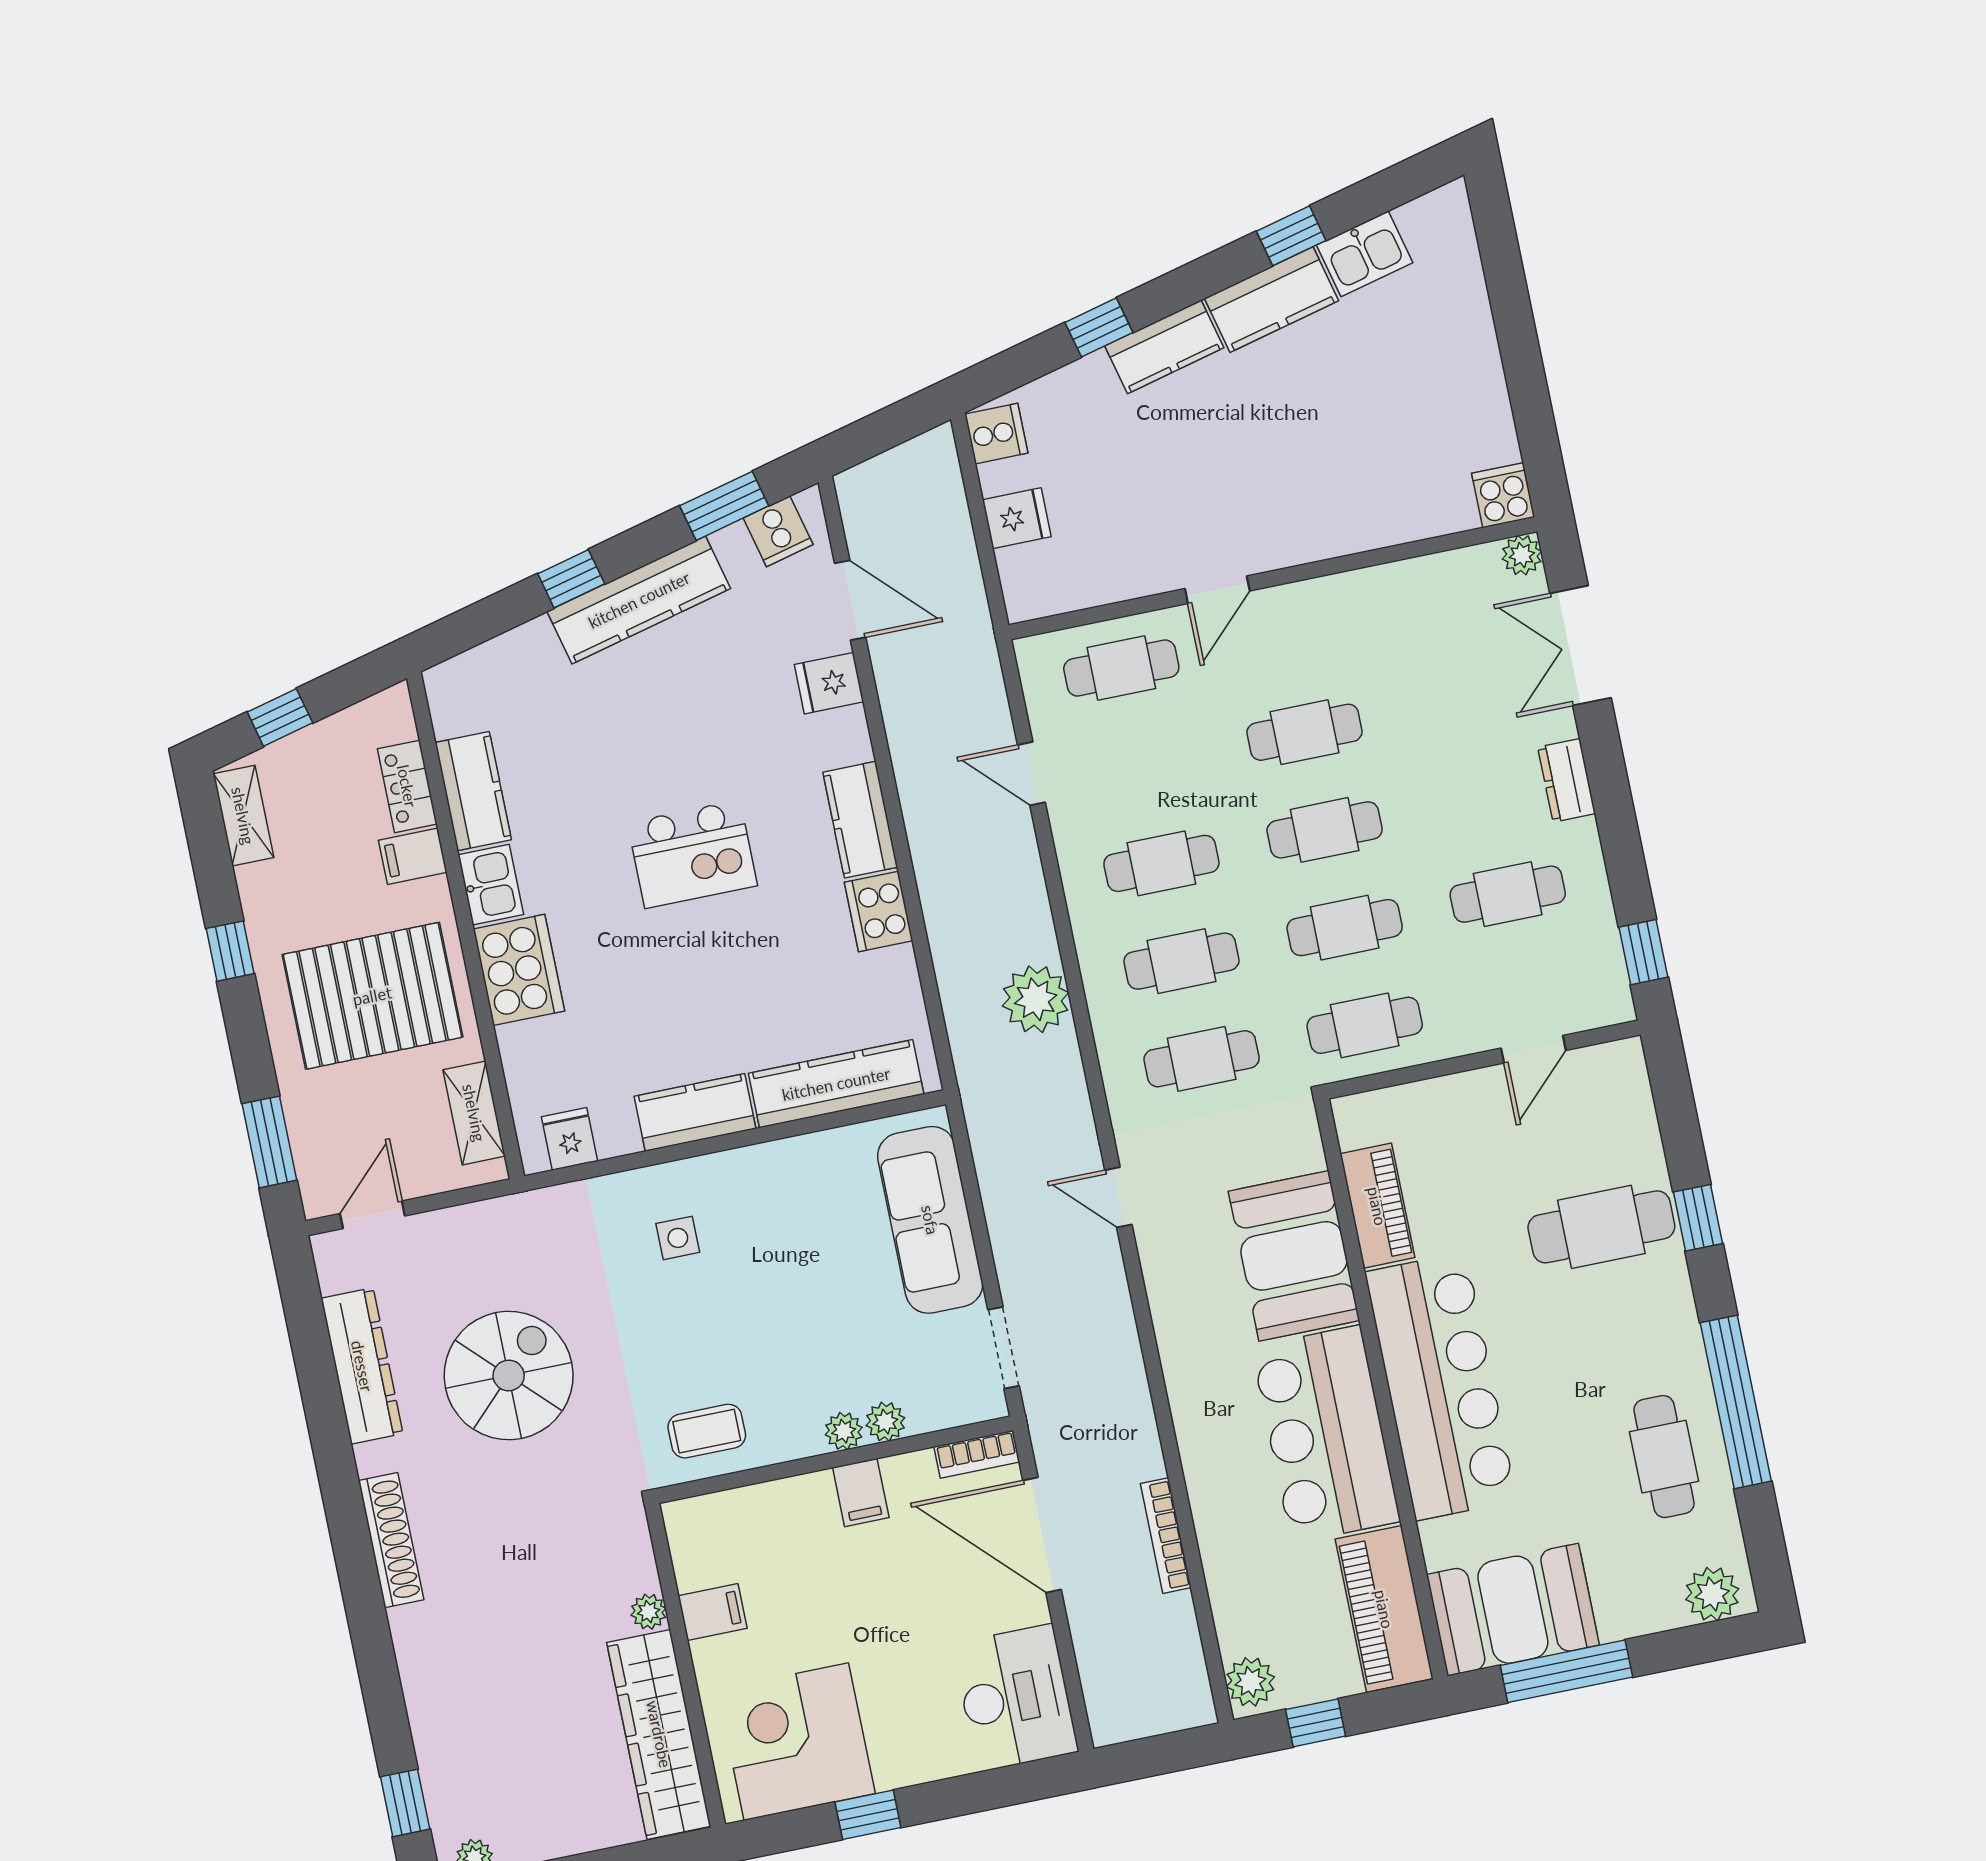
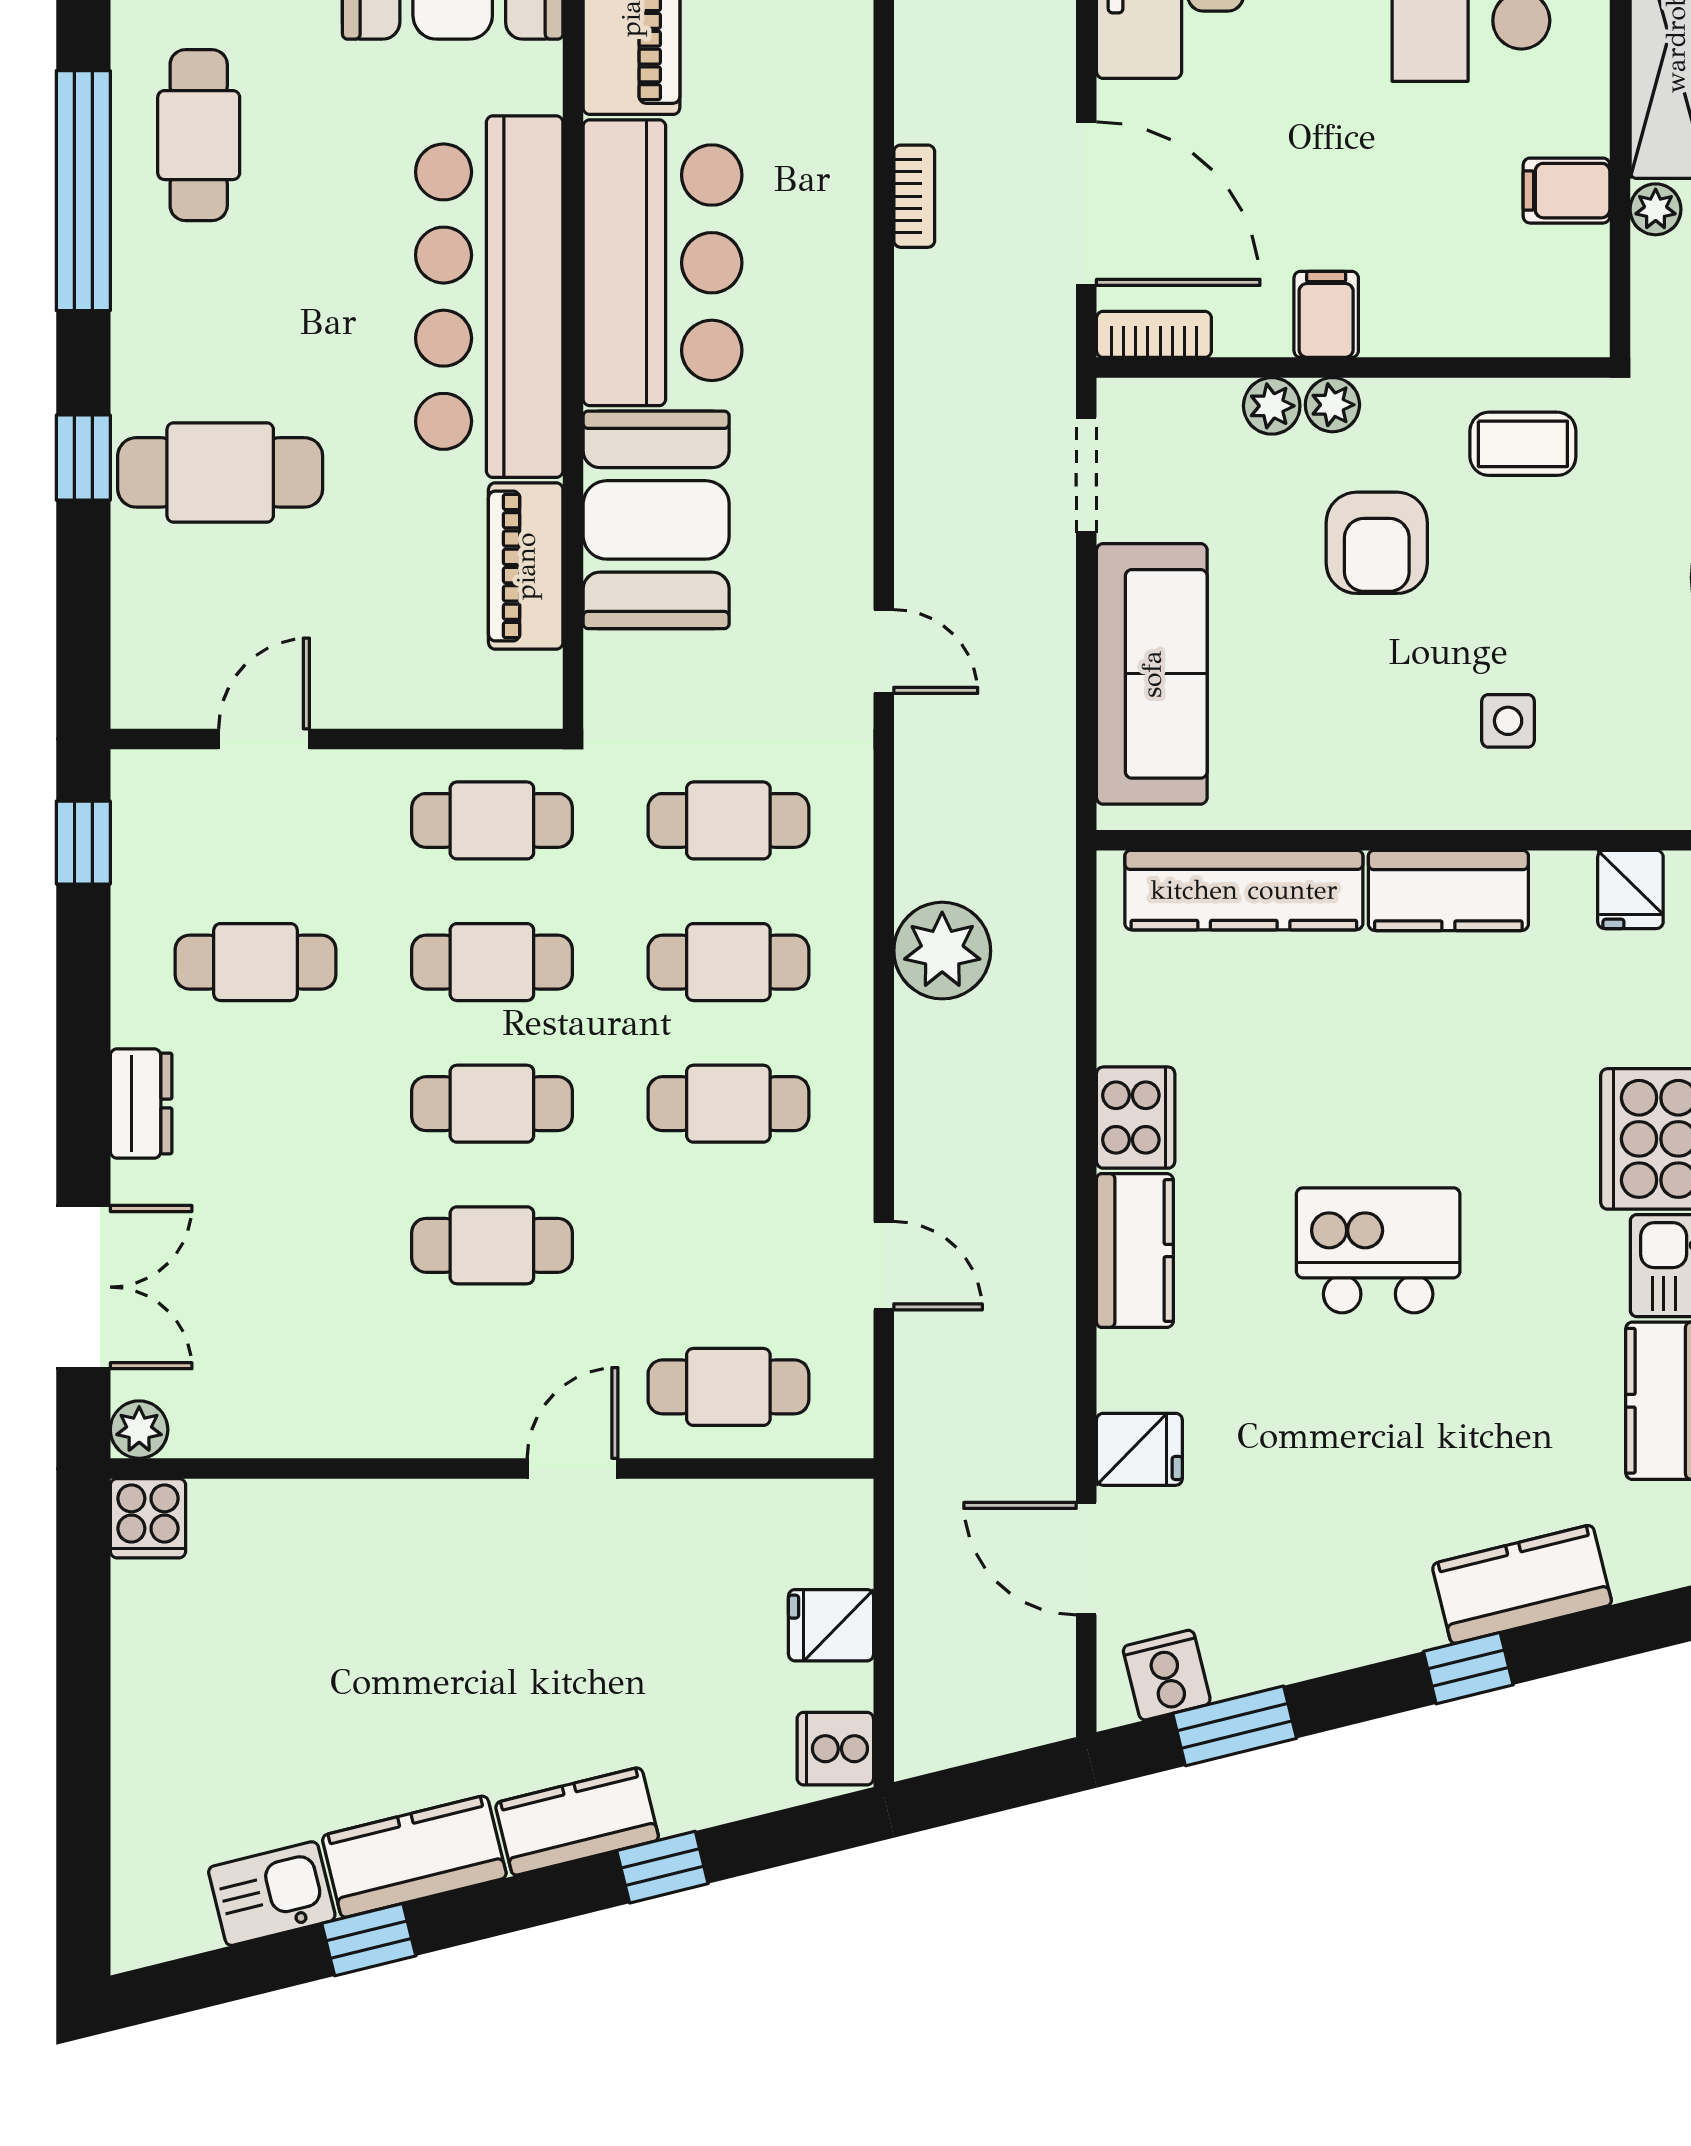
kitchen counter: (639, 600) -> (1522, 1584), moved, width x0.67
armchair: (794, 1342) -> (1377, 543), added
bookcase: (1166, 1536) -> (914, 196), width x0.64

